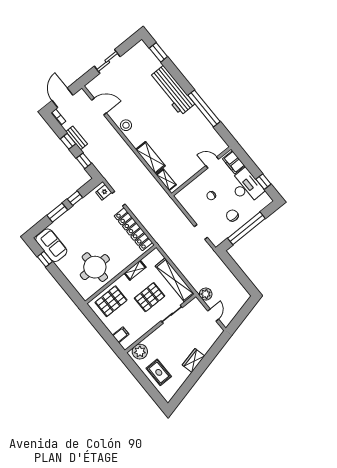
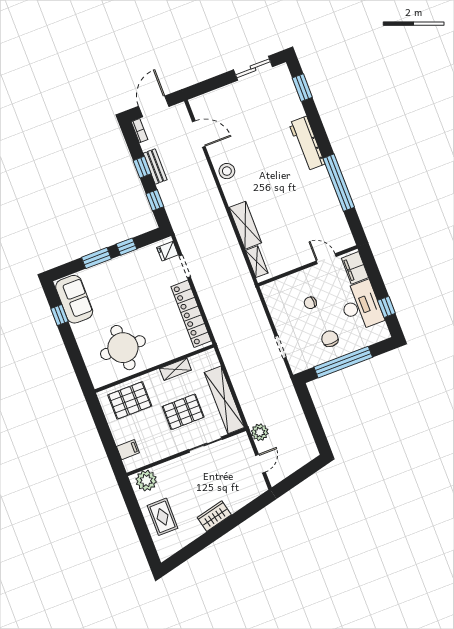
sliding door: (107, 61) -> (253, 68), moved
workbench: (172, 90) -> (307, 143), width x0.73, depth x0.76

